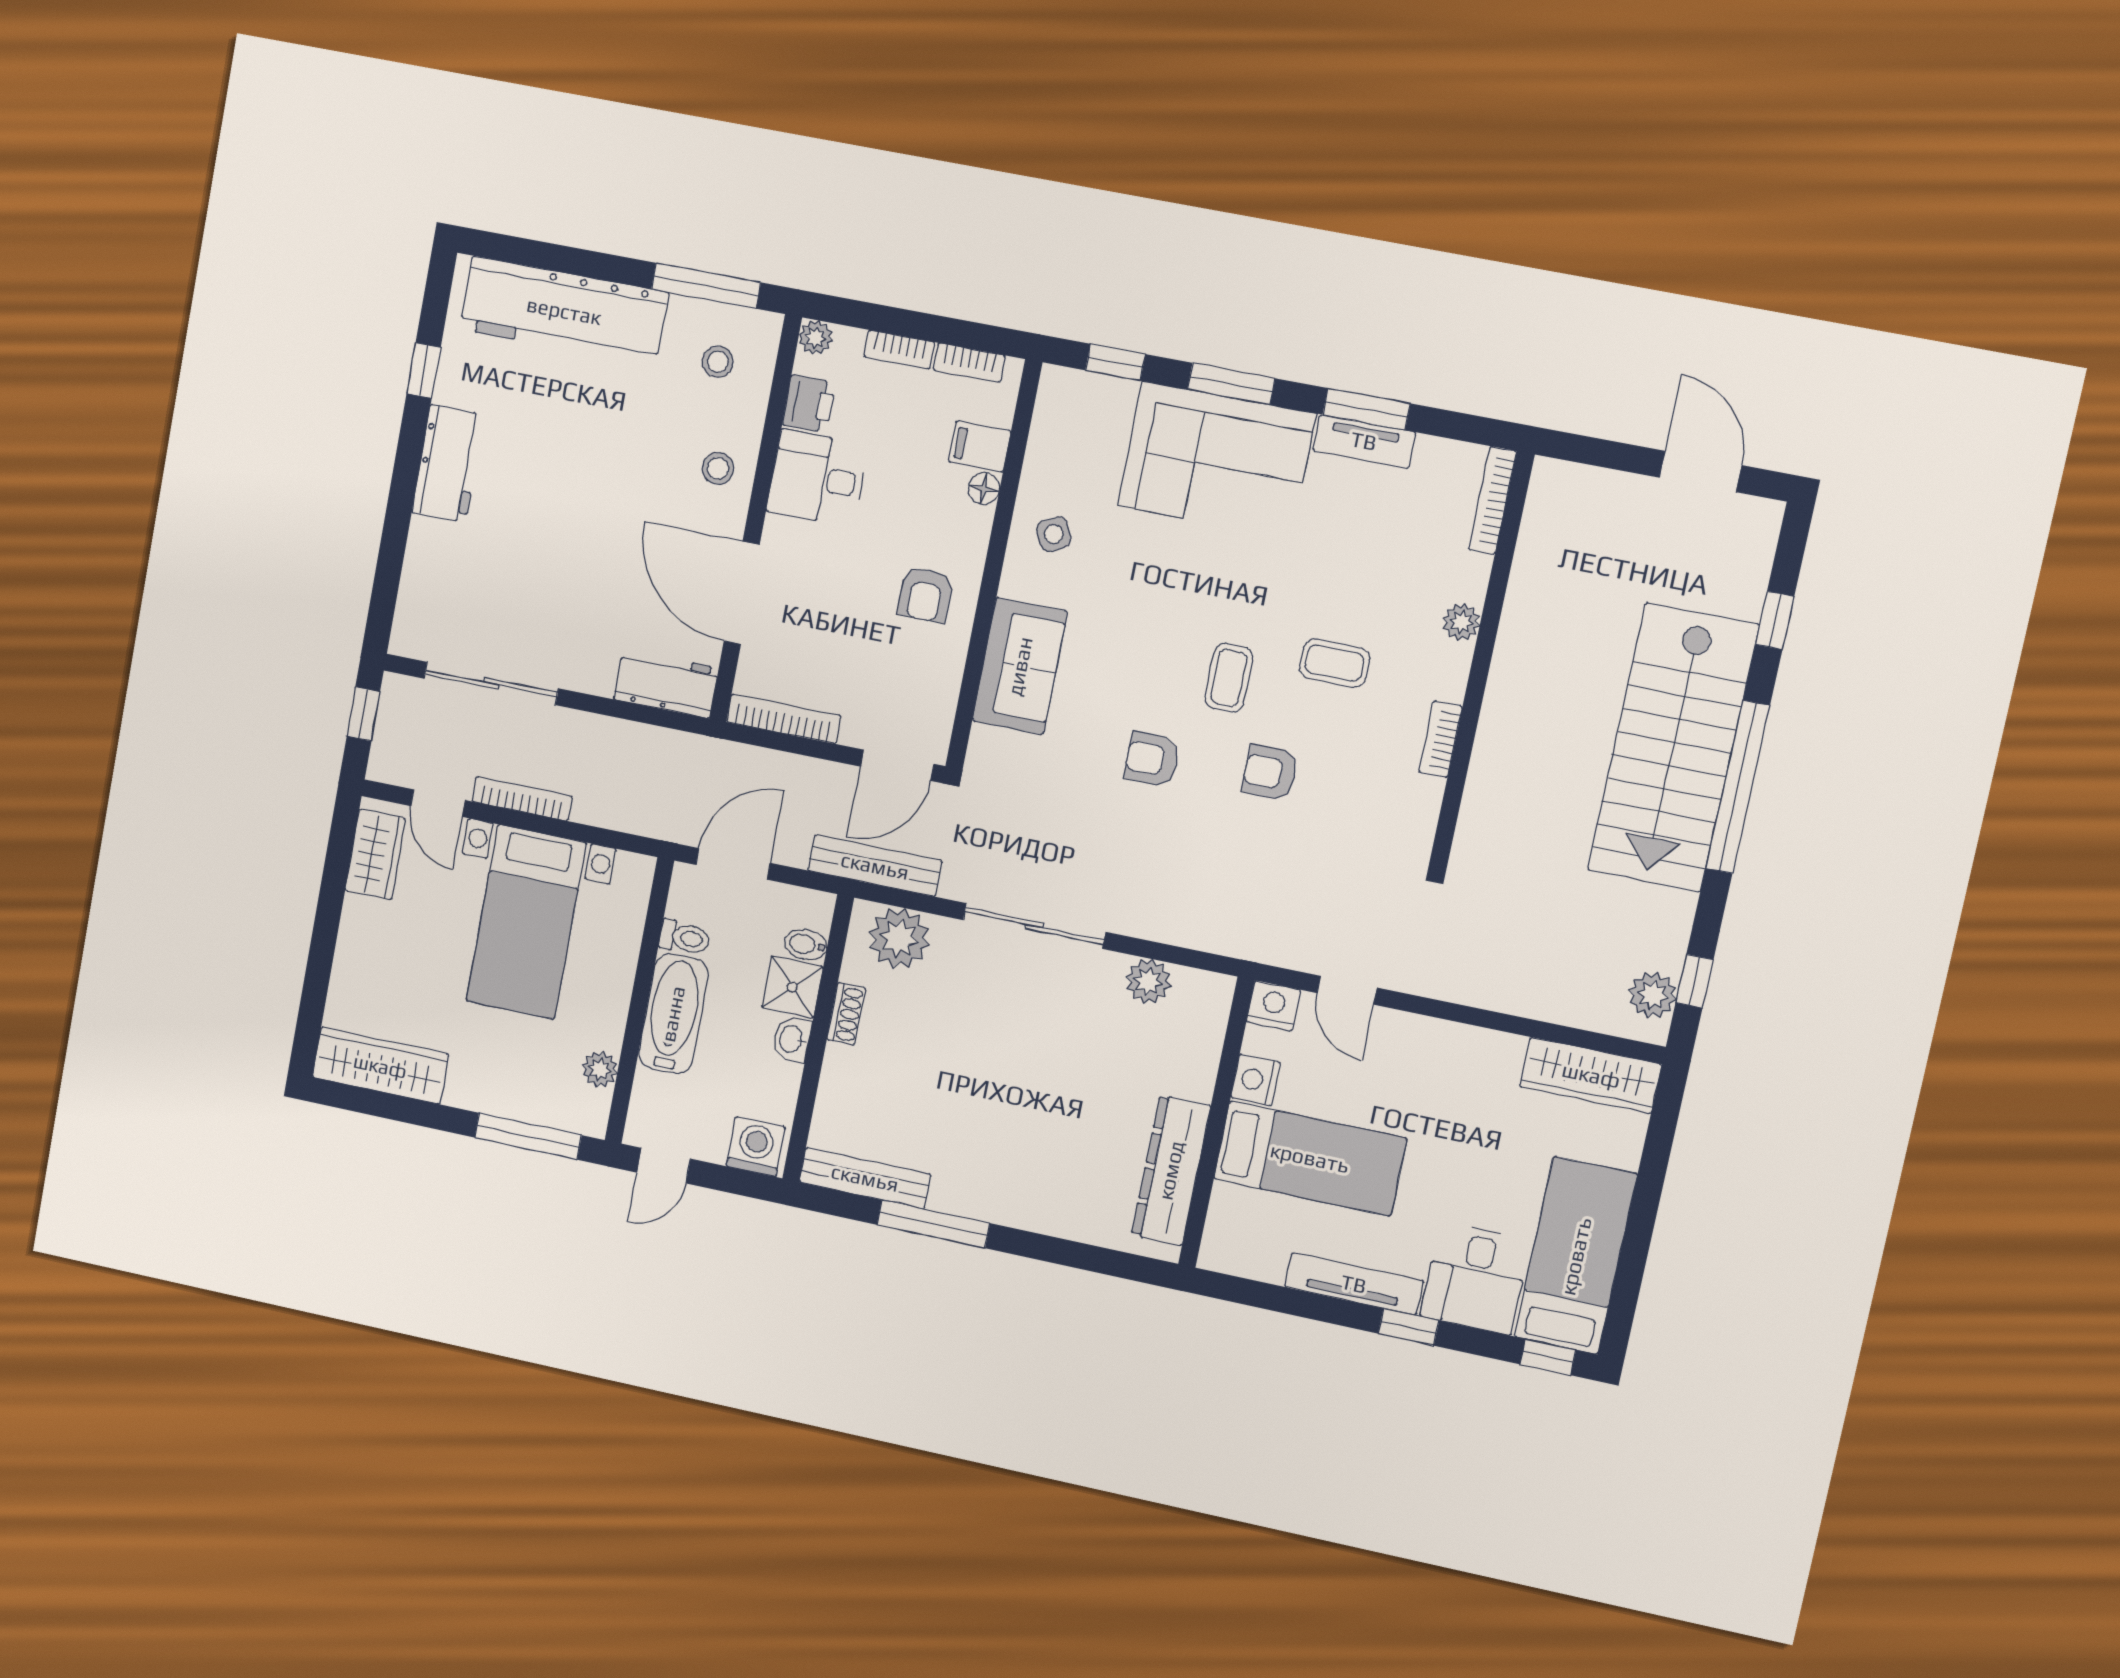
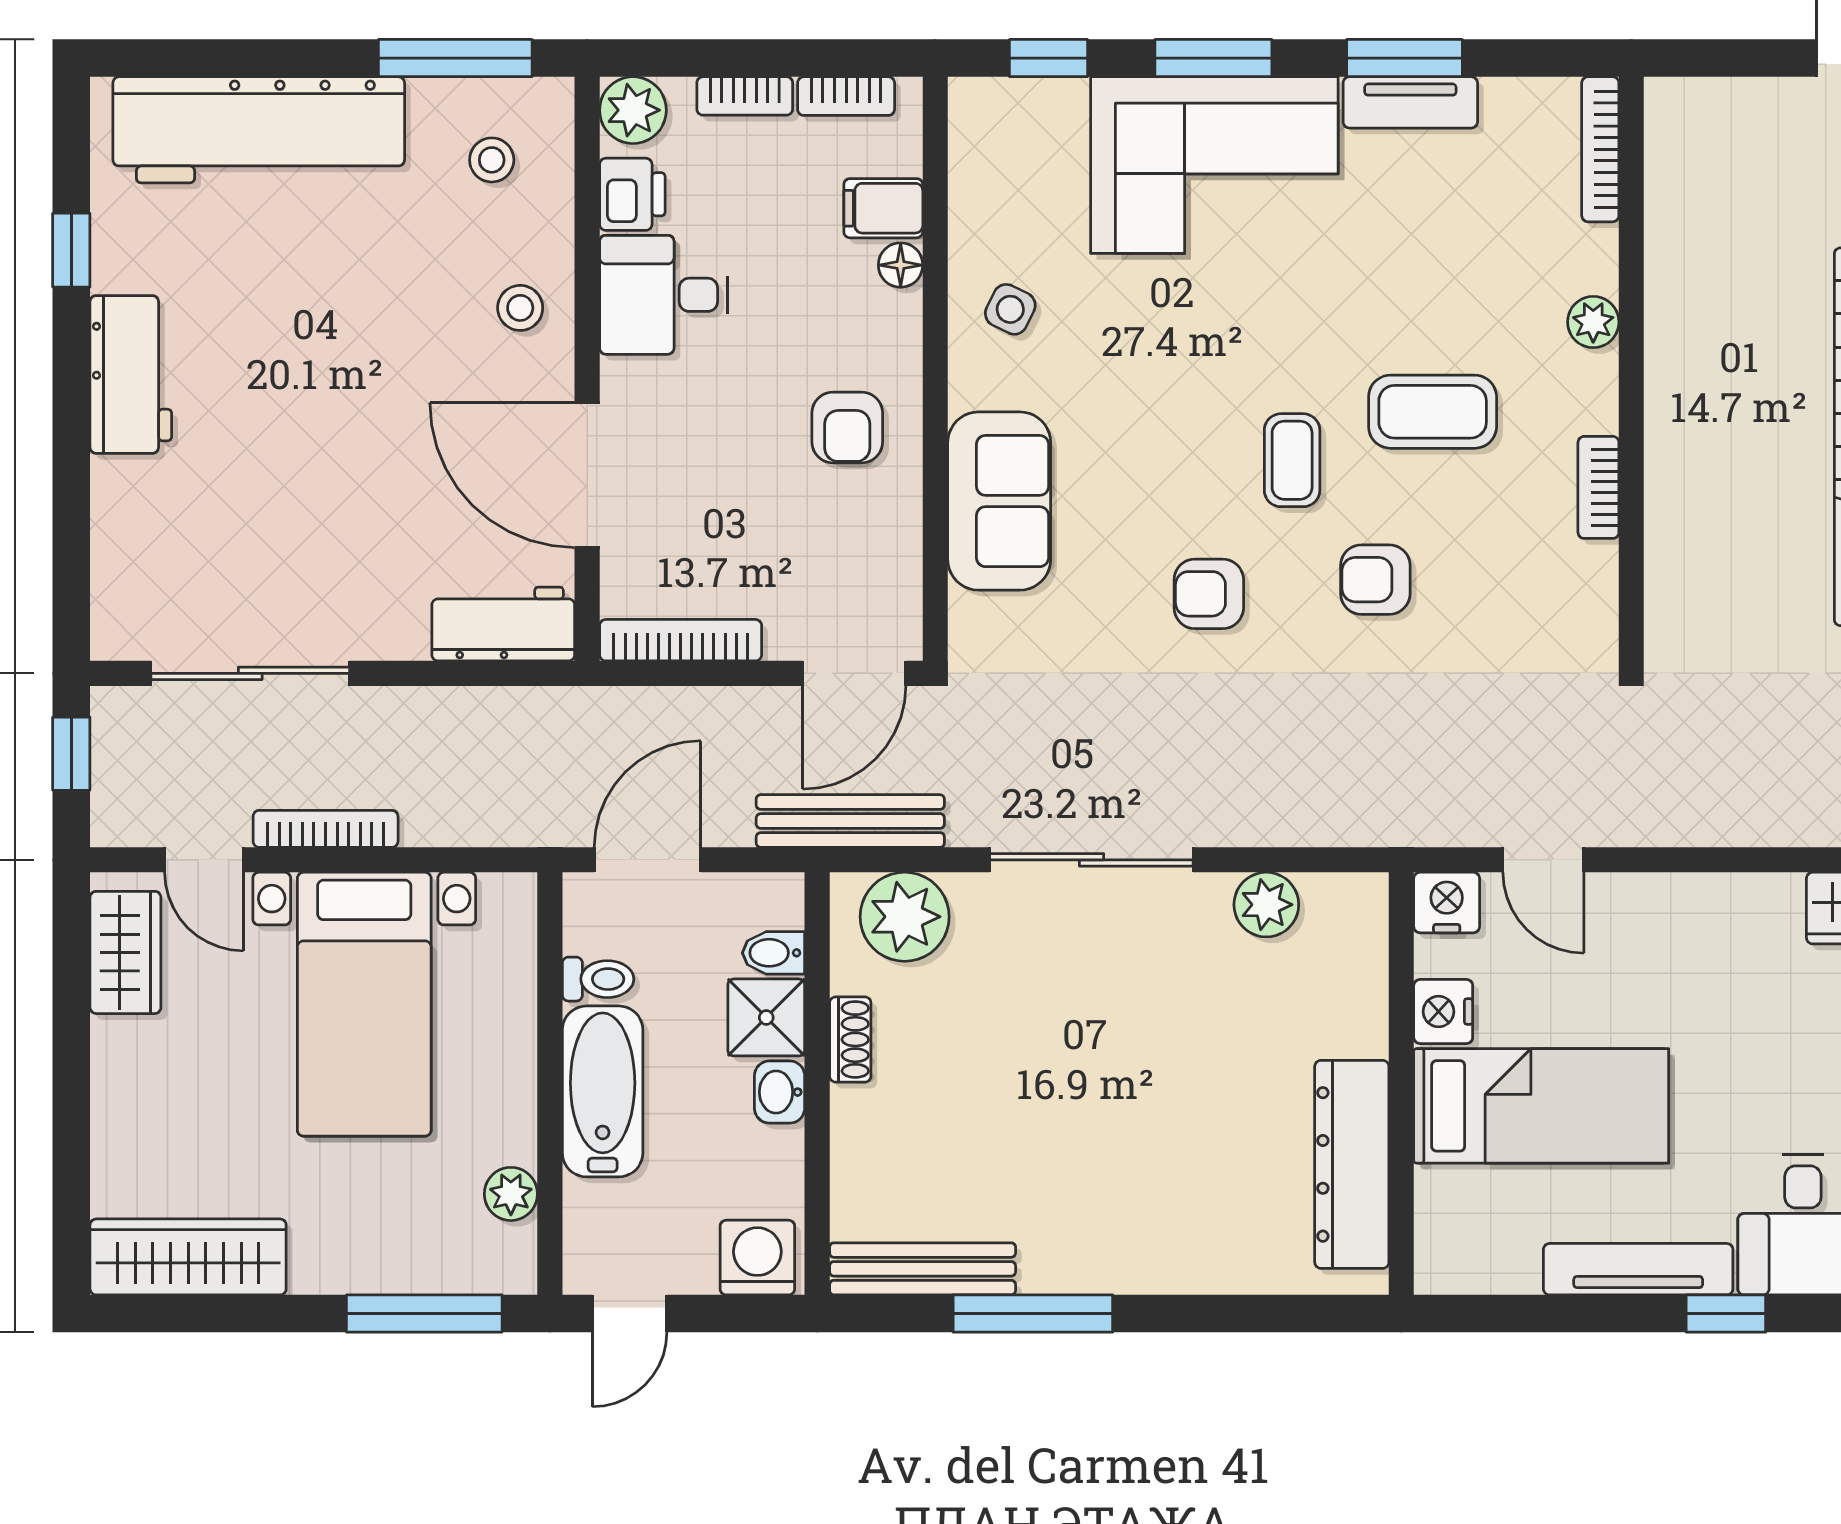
plant: (816, 337) -> (633, 110), width x1.38, depth x1.38
side table: (1054, 534) -> (1010, 309), turned -37
coffee table: (1334, 663) -> (1433, 412), width x1.36, depth x1.30

